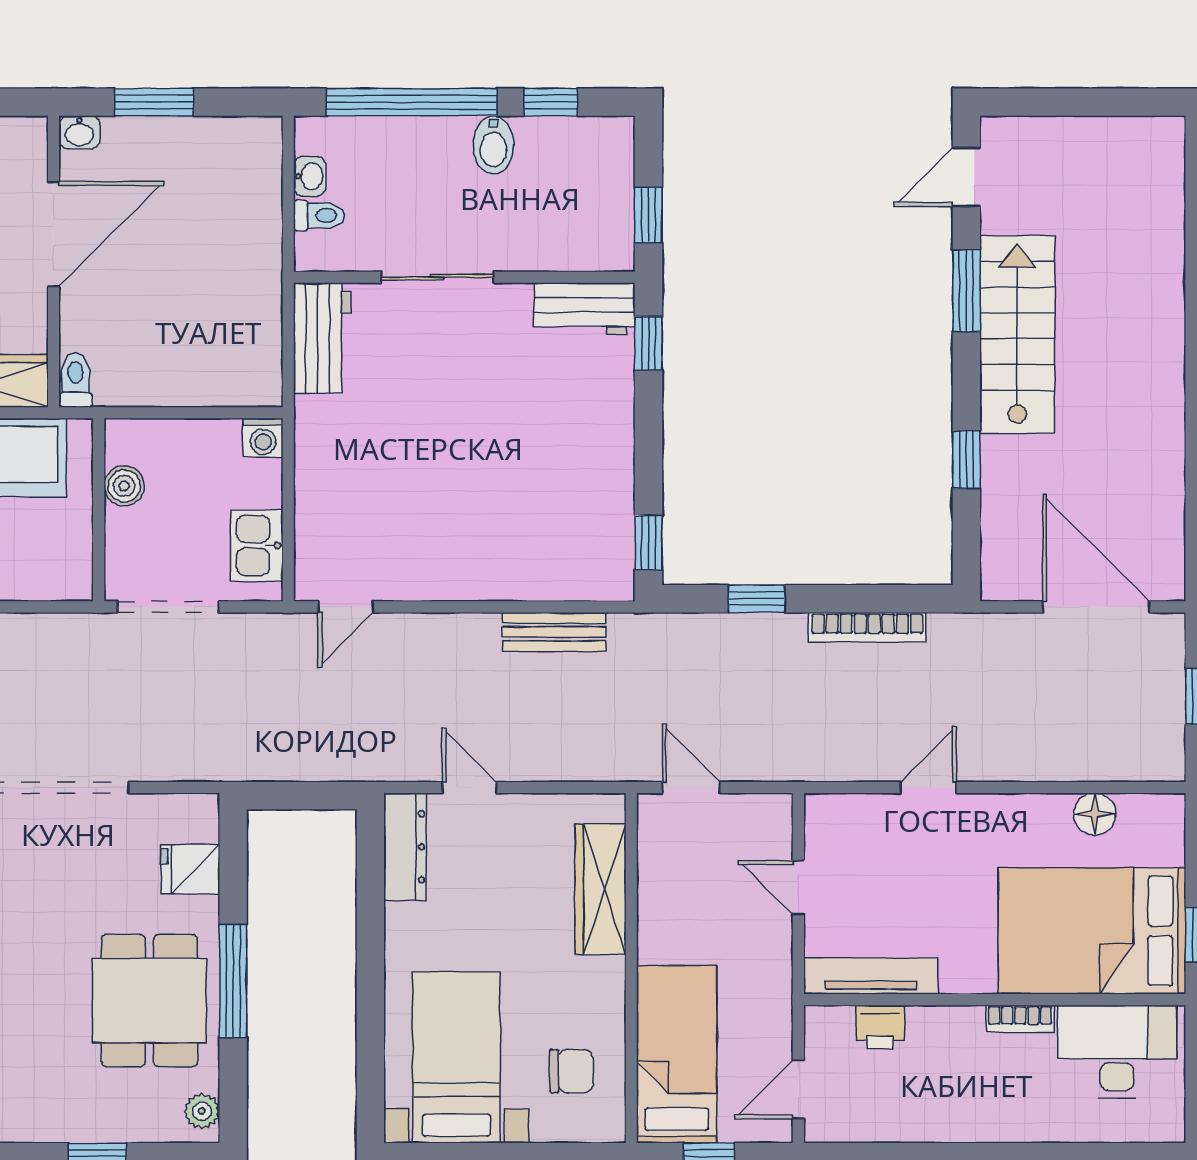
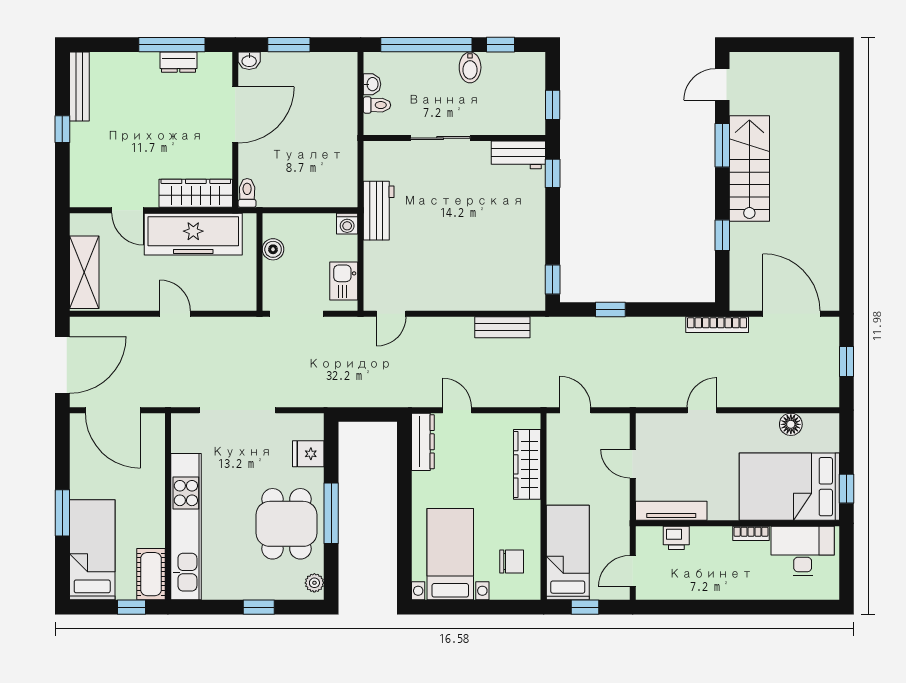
workbench: (322, 338) -> (379, 211), moved
bookcase: (867, 627) -> (717, 325), moved

